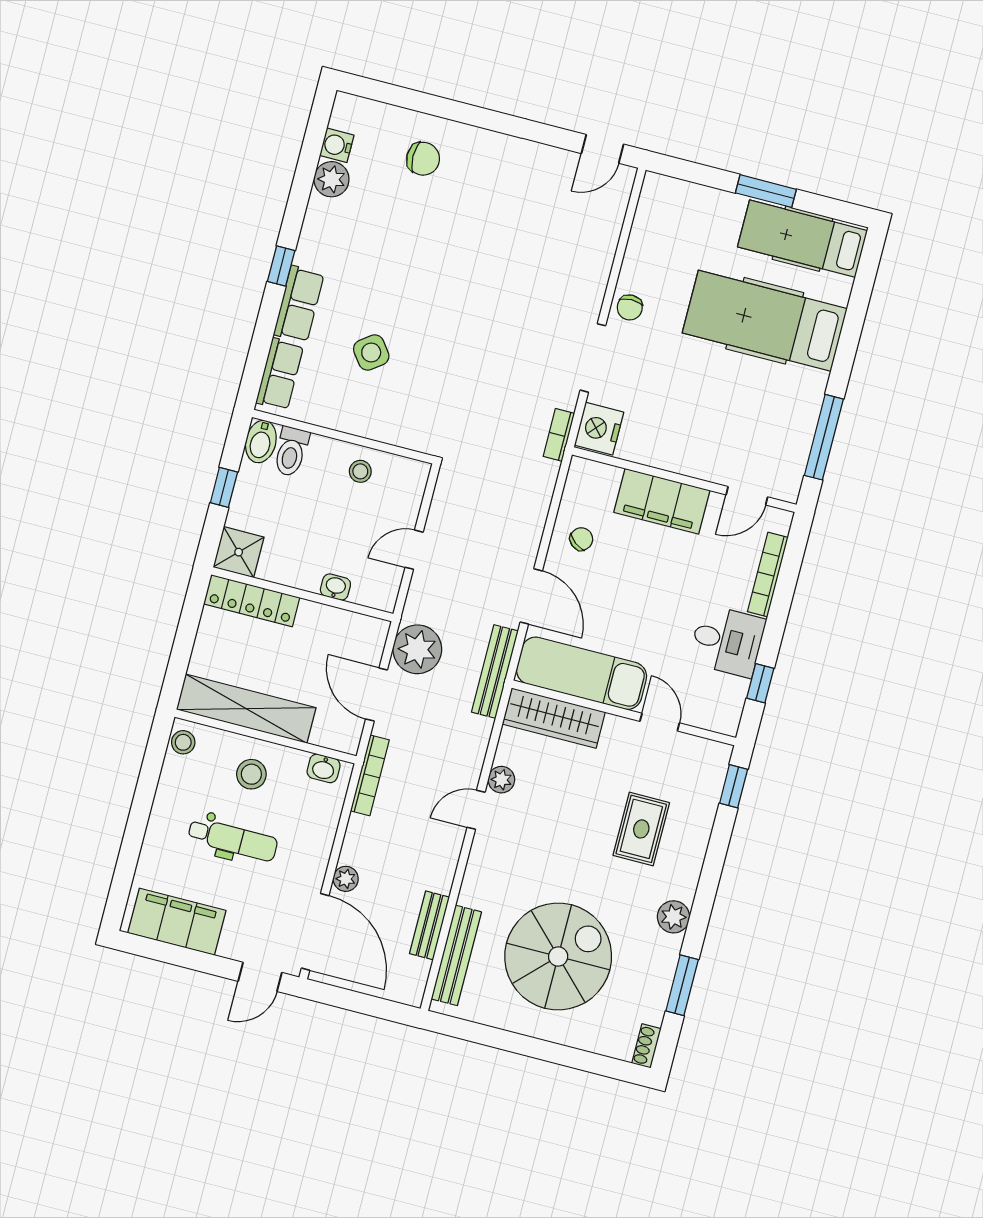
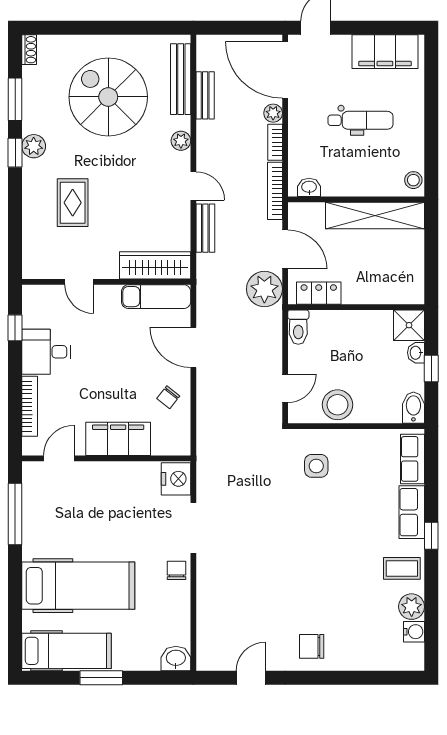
door: (603, 149) -> (251, 678), moved
chair: (423, 159) -> (312, 646), moved
washbasin: (661, 191) -> (176, 659), added
coffee table: (331, 233) -> (402, 568), added
side table: (371, 352) -> (316, 466), moved, turned 37
bookcase: (559, 435) -> (275, 142), moved, turned 180
toilet: (291, 452) -> (298, 327), moved, turned 180
stool: (360, 471) -> (337, 405), width x1.89, depth x1.89
door: (414, 550) -> (285, 388), moved
washbasin: (335, 587) -> (416, 353), moved, turned 90
locker: (252, 601) -> (319, 293), moved, width x0.66
bench: (495, 671) -> (205, 228), moved, width x0.73
exam couch: (582, 673) -> (156, 297), width x0.73, depth x0.69
stool: (251, 774) -> (359, 170), removed
plant: (501, 780) -> (181, 141), moved
window: (734, 786) -> (15, 153), moved
door: (476, 810) -> (193, 186), hinge flipped
dental chair: (233, 839) -> (360, 120), turned 180
spiral stairs: (558, 956) -> (108, 97), turned 90

